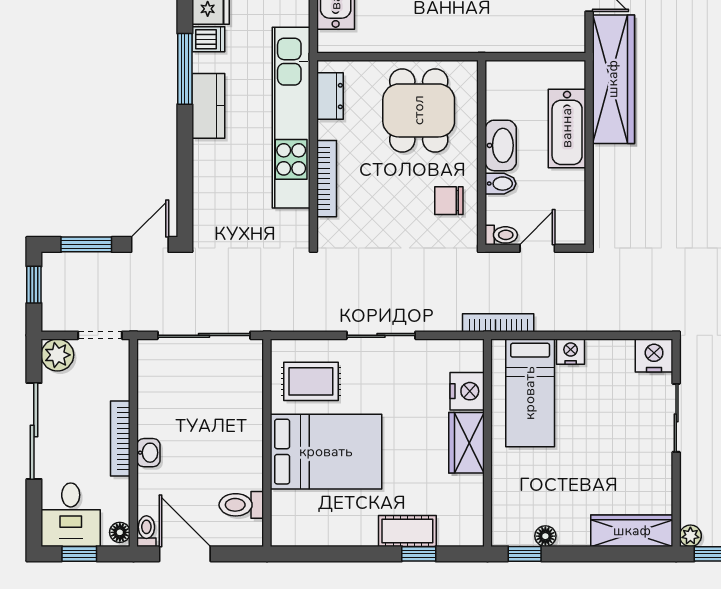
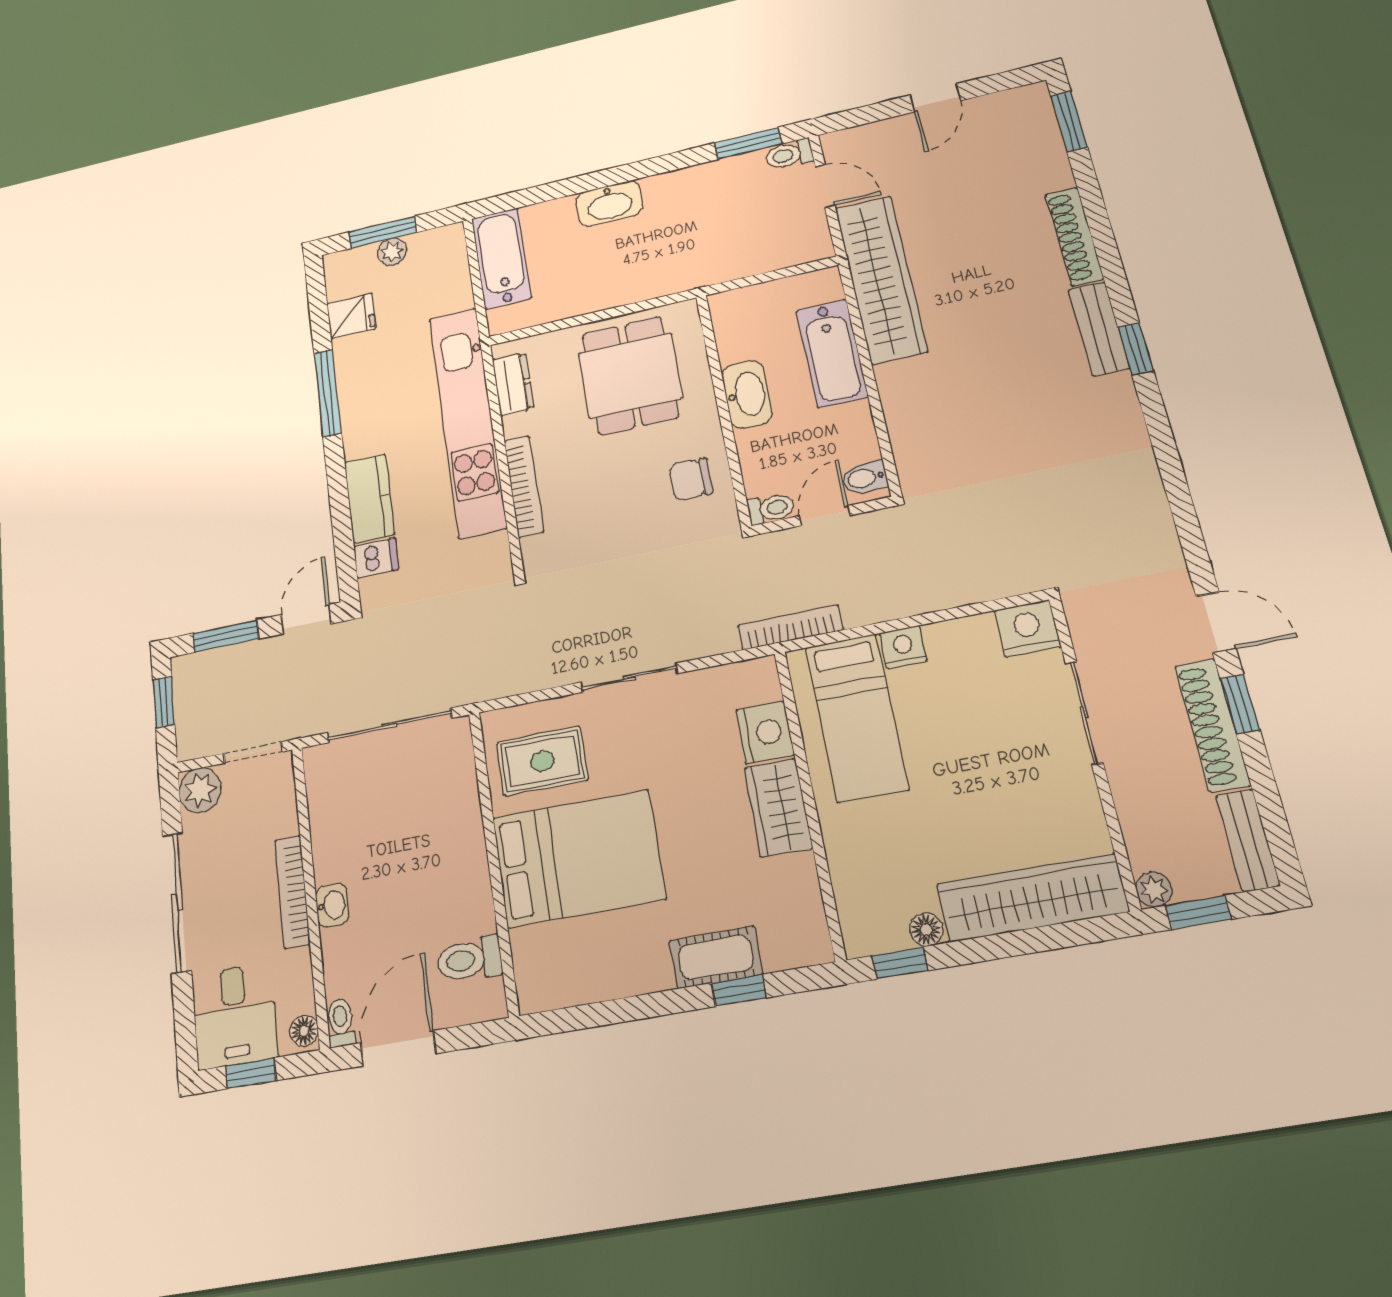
dishwasher: (208, 39) -> (376, 558), moved
kitchen counter: (208, 106) -> (369, 498), moved
bidet: (501, 184) -> (865, 478), moved, turned 180
wardrobe: (632, 531) -> (1032, 898), width x1.40, depth x1.17
door: (185, 554) -> (398, 1048), hinge flipped

